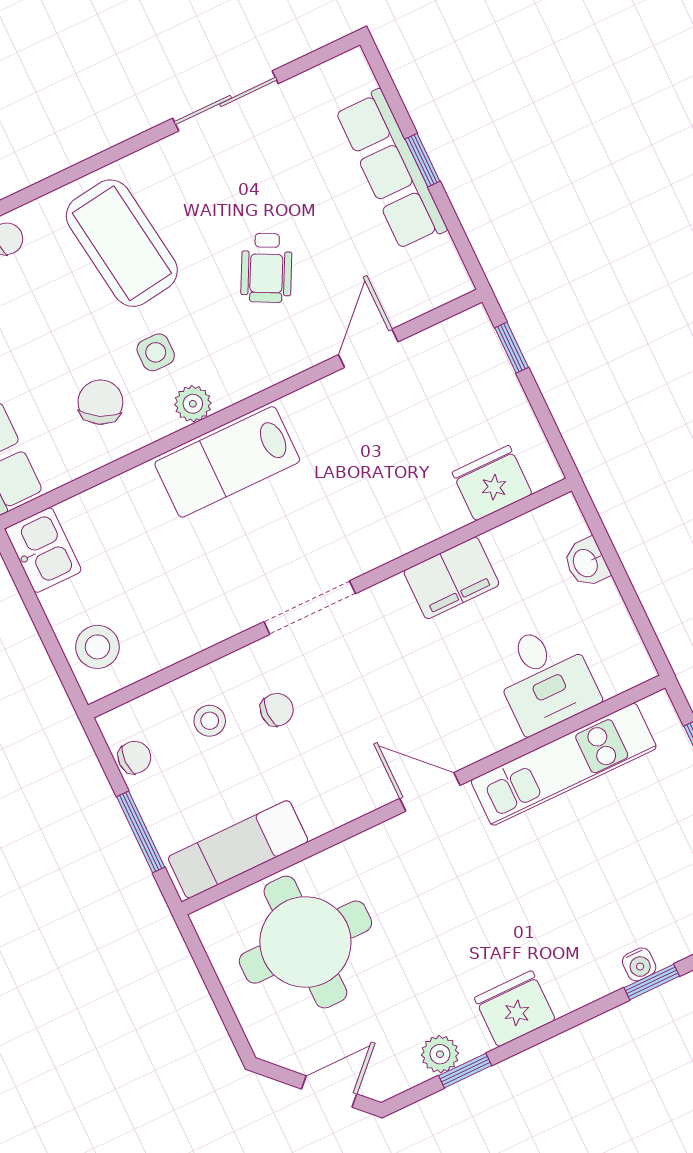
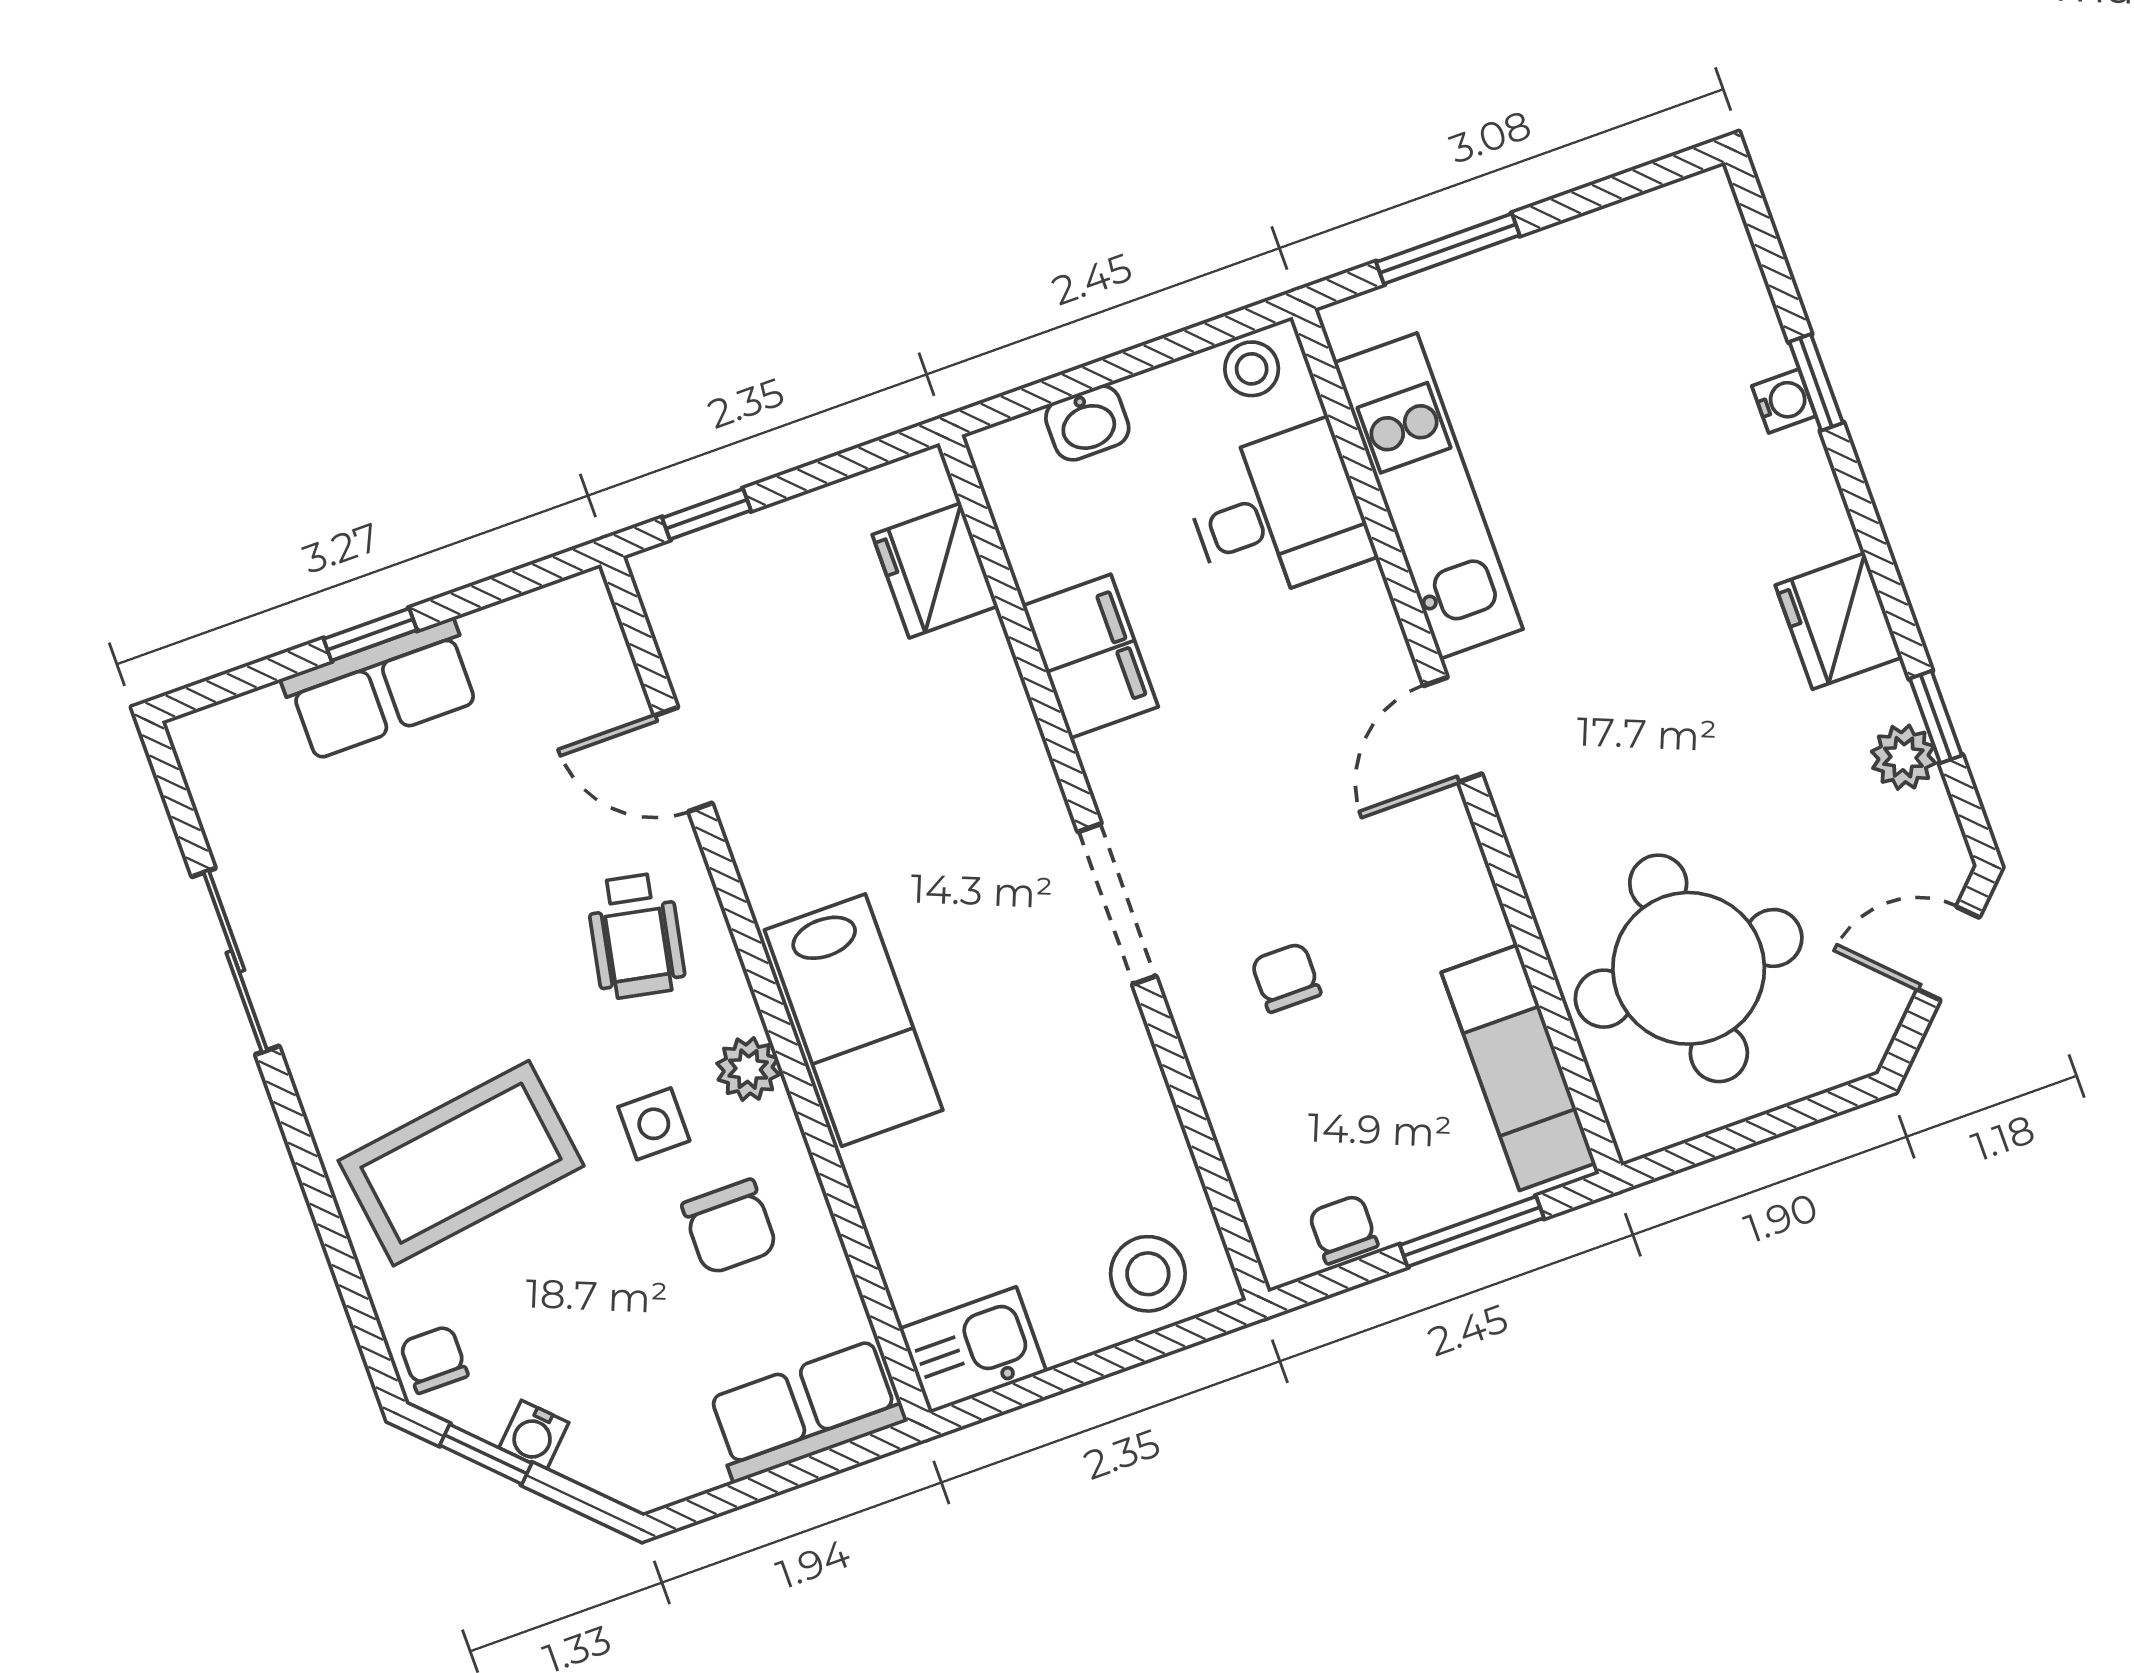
row of seats: (391, 170) -> (381, 690), width x0.68
wheelchair: (266, 268) -> (636, 936), moved, turned 74
chair: (100, 402) -> (730, 1227), turned -119
stool: (210, 721) -> (1252, 369), moved
door: (329, 1091) -> (1948, 953), hinge flipped

